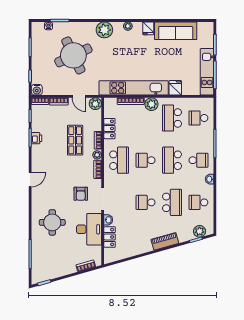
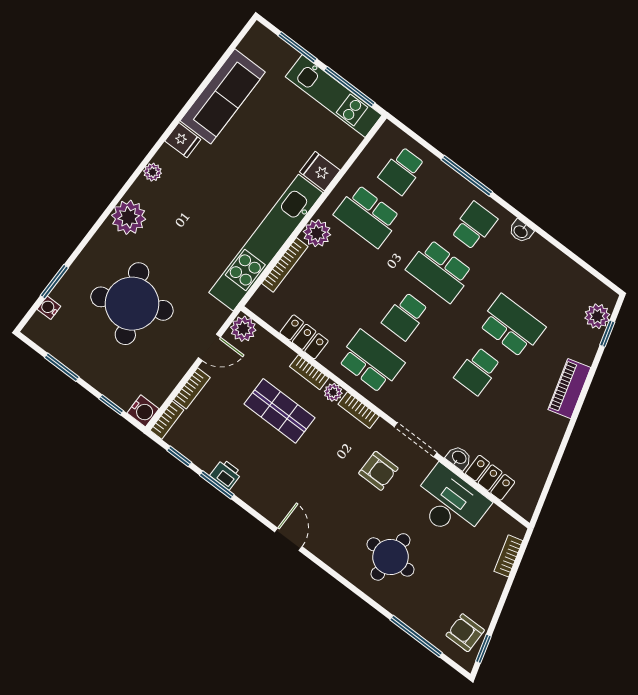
school desk: (198, 202) -> (546, 280), removed
armchair: (45, 271) -> (465, 633), added

